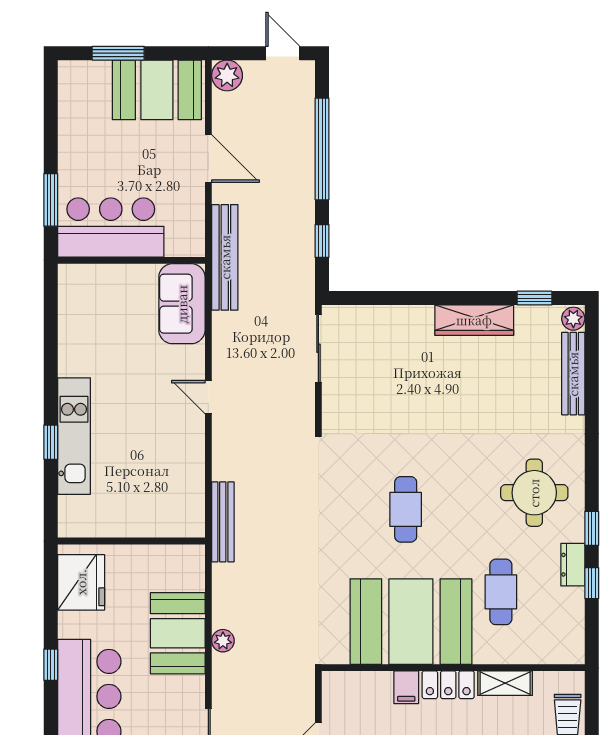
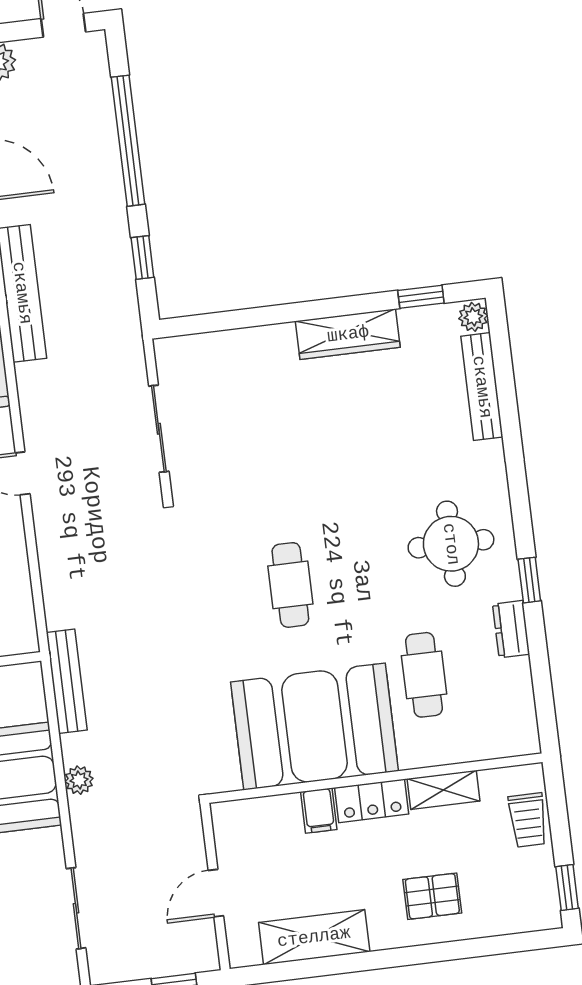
sliding door: (318, 348) -> (159, 429), moved
bench: (223, 522) -> (67, 681), moved
window: (592, 583) -> (538, 649), removed

